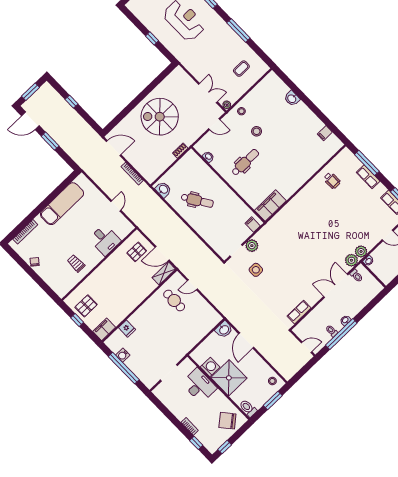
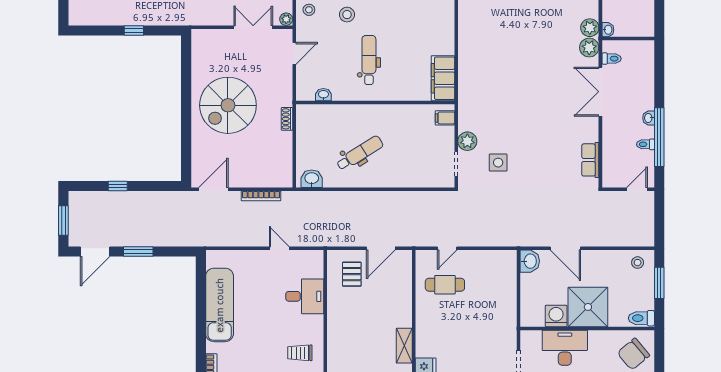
shelving: (164, 273) -> (404, 346), moved

